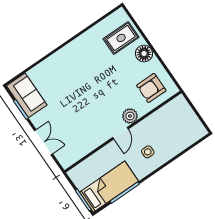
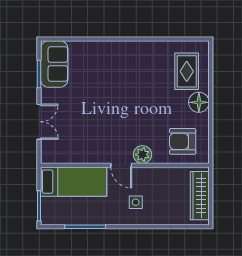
rug: (121, 38) -> (187, 71), turned 90
wardrobe: (189, 117) -> (200, 196), added
door: (120, 133) -> (121, 165), hinge flipped
bed: (109, 187) -> (74, 182), moved

